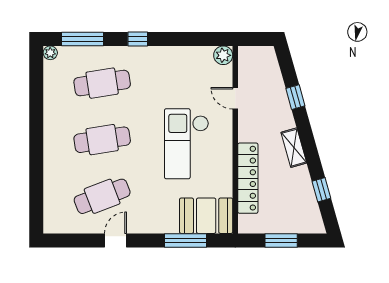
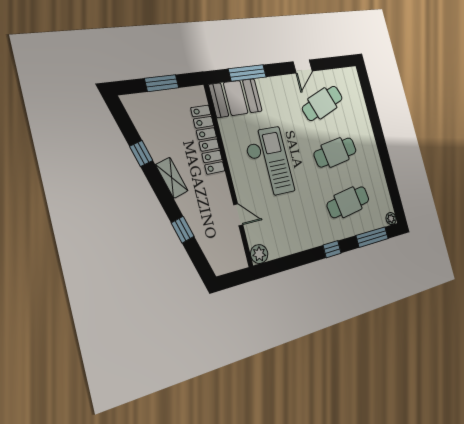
window: (321, 190) -> (141, 153), moved

